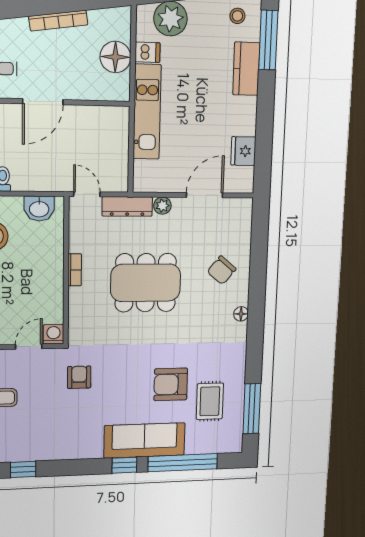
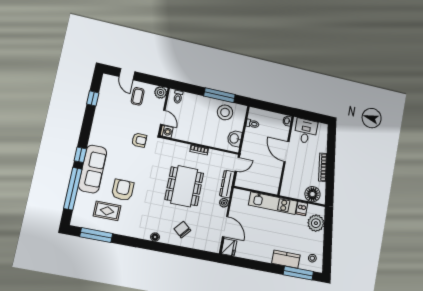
floor lamp: (115, 57) -> (312, 194), moved
fridge: (243, 151) -> (229, 247), moved, turned 90

